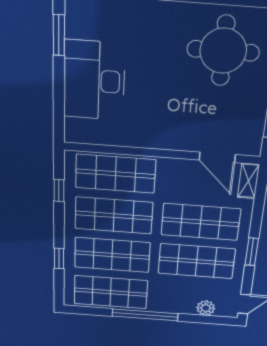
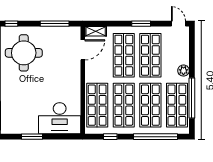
window: (59, 35) -> (32, 137), moved
desk: (94, 81) -> (60, 118), moved
window: (59, 259) -> (156, 137), width x3.17
plant: (206, 308) -> (183, 71), moved
window: (145, 315) -> (192, 98), moved

